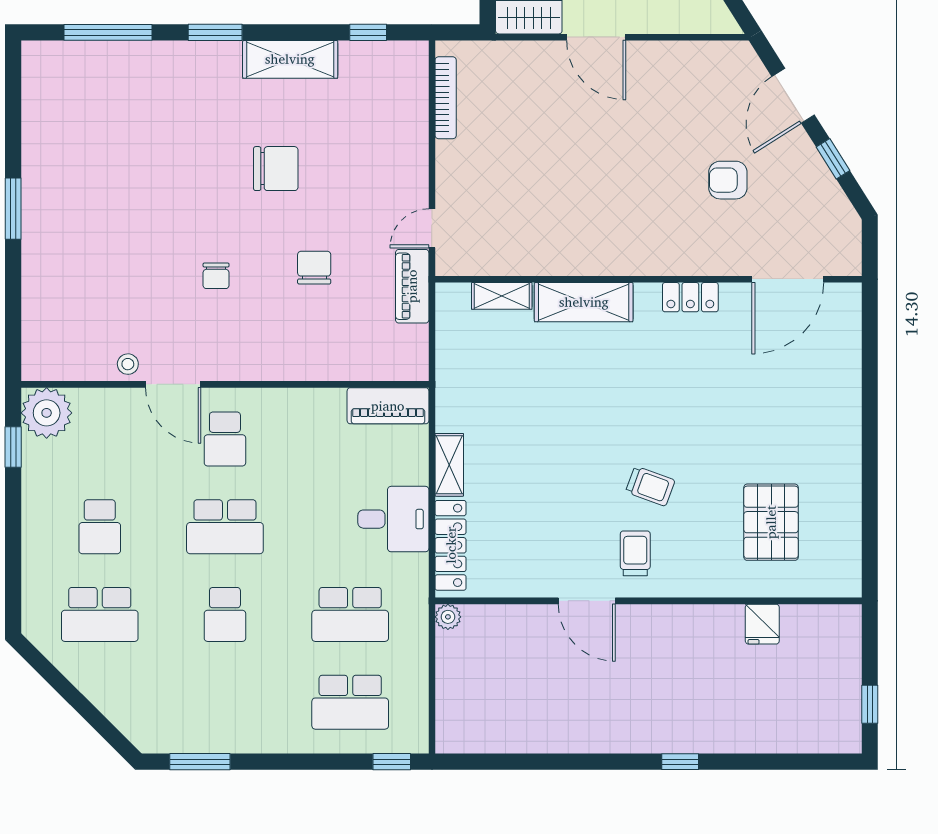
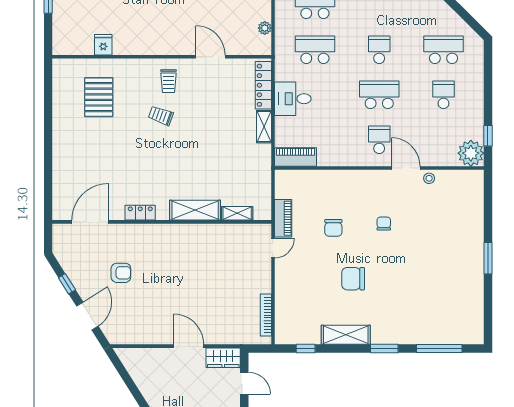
door: (587, 601) -> (210, 57), moved
plant: (448, 617) -> (265, 28), moved

